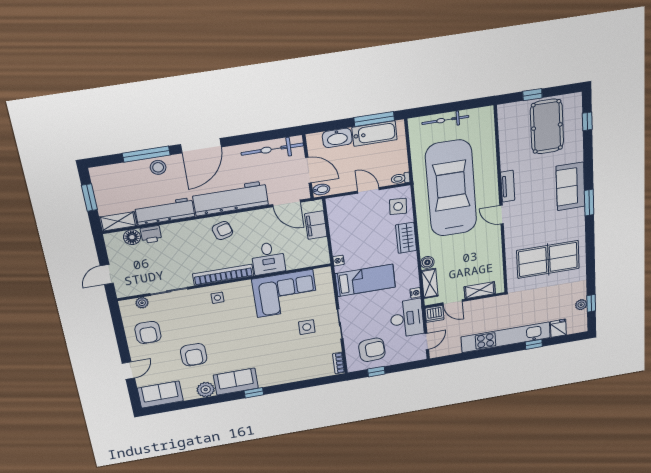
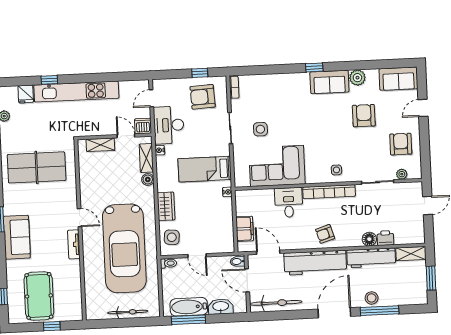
floor lamp: (132, 237) -> (369, 239), moved

